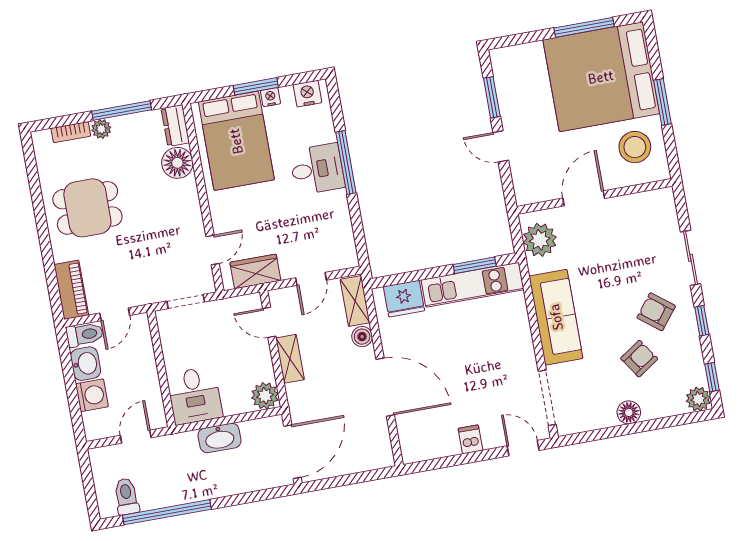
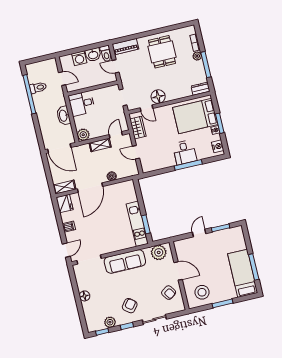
bed: (601, 77) -> (243, 273), width x0.49
floor lamp: (177, 163) -> (158, 97), moved
fridge: (404, 299) -> (65, 204), moved, turned 180
shelving: (355, 301) -> (64, 187), moved
armchair: (639, 359) -> (169, 293), moved
plant: (698, 399) -> (110, 322), moved
toilet: (126, 496) -> (38, 88), moved

